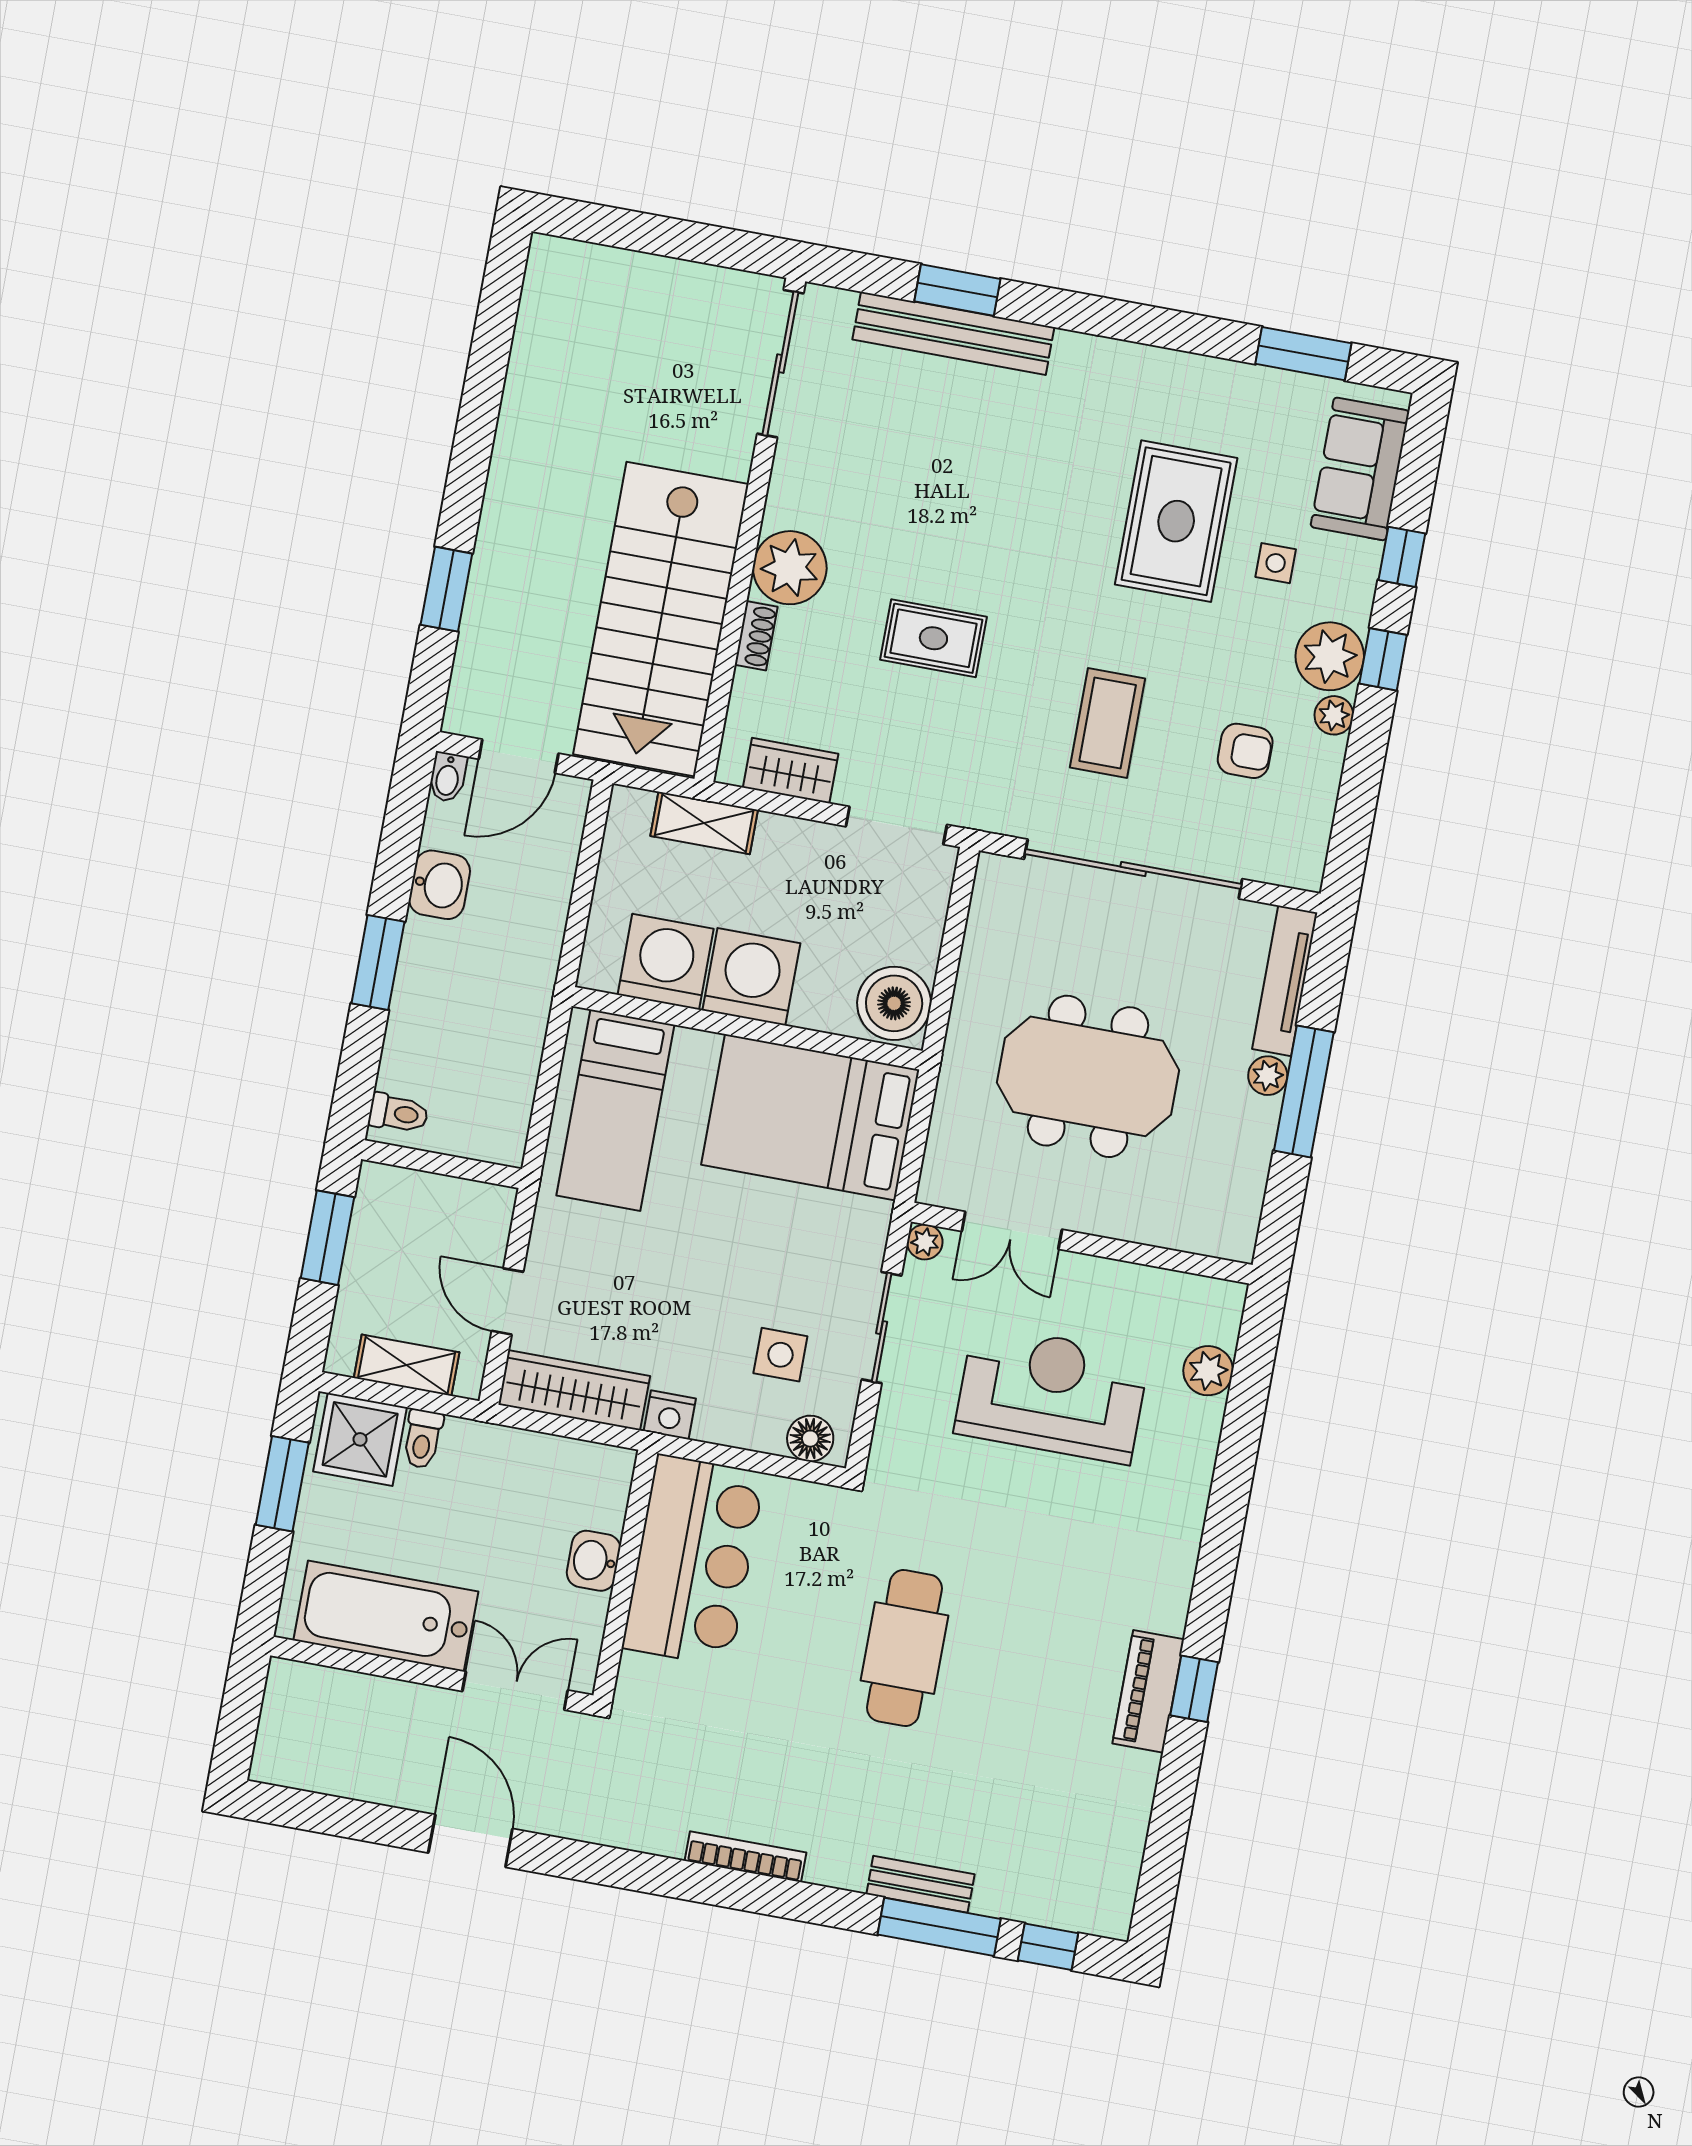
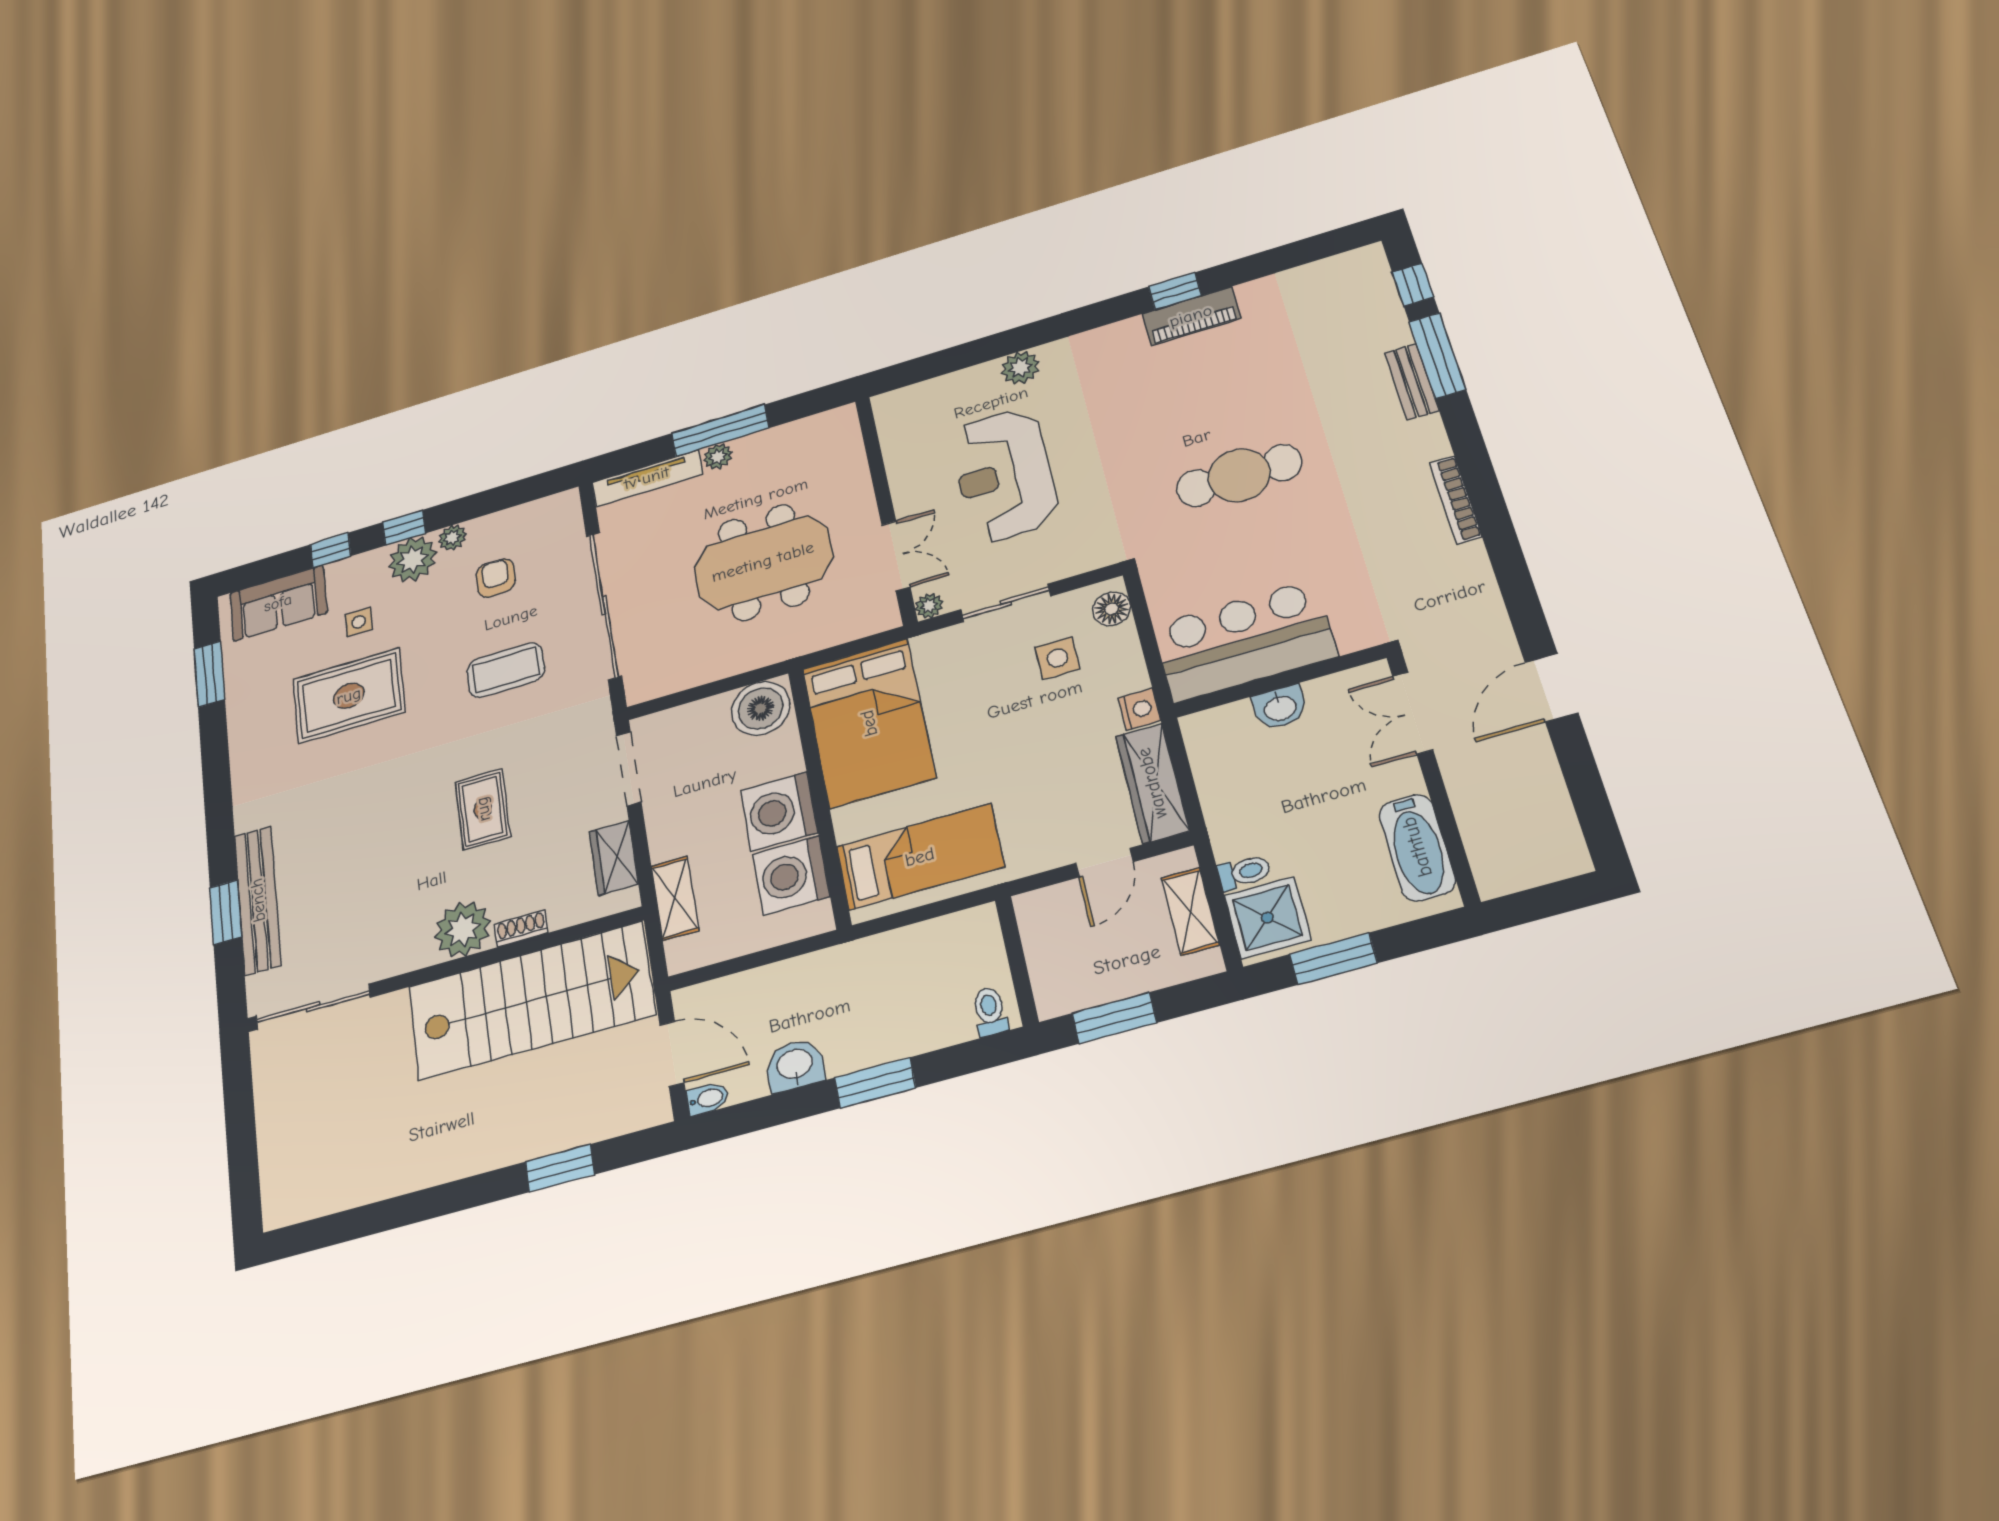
meeting table: (1088, 1076) -> (763, 562), turned 90
plant: (1208, 1371) -> (1020, 368), moved
bathtub: (386, 1616) -> (1417, 847), width x0.73, depth x0.73

